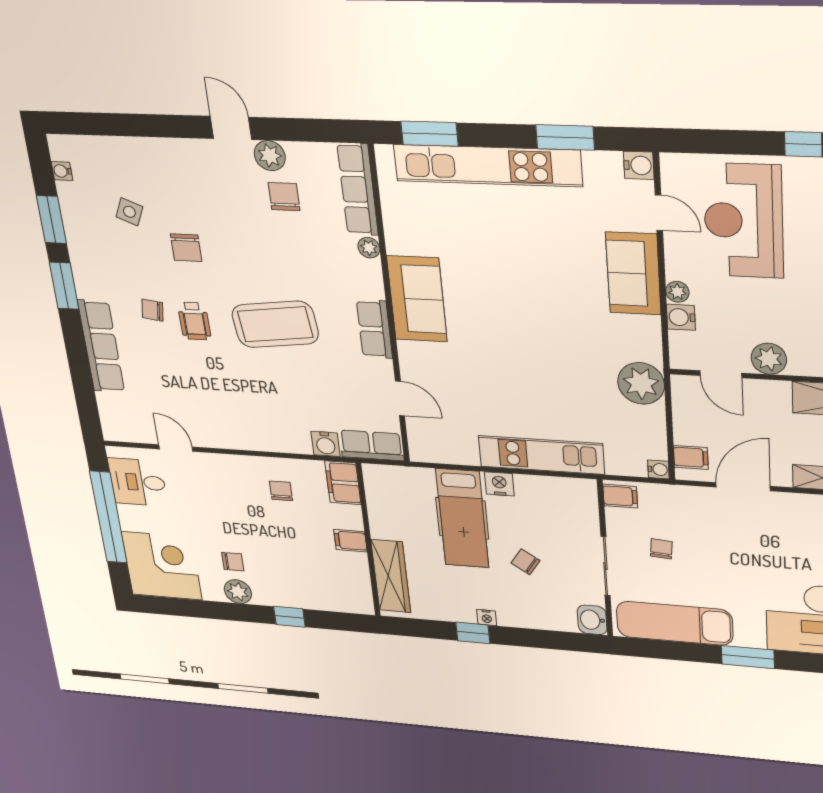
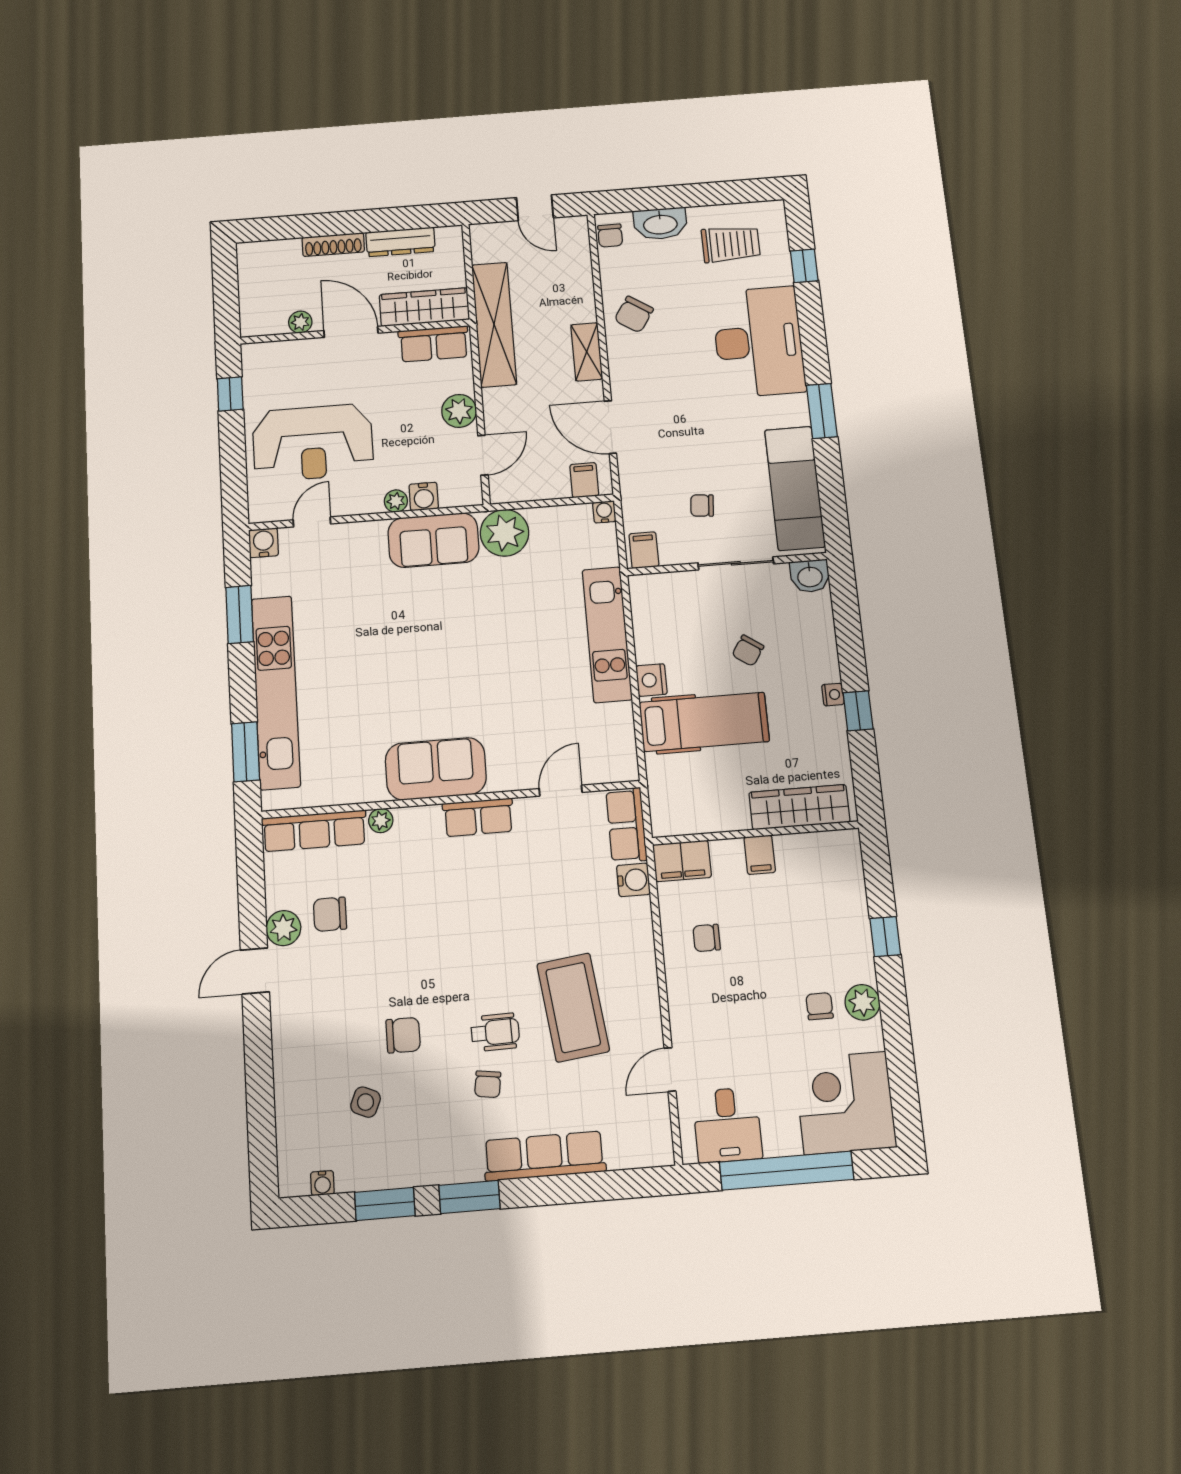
sofa: (633, 273) -> (433, 540), moved
coffee table: (275, 324) -> (573, 1007), moved

